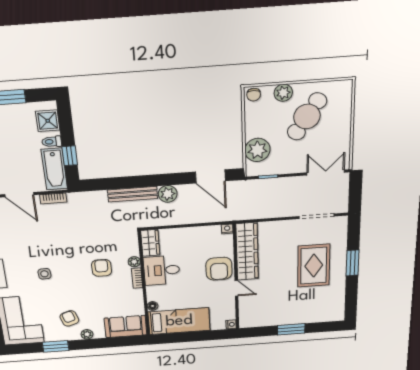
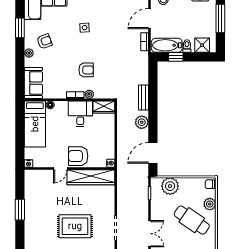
bench: (133, 194) -> (143, 97), width x0.73

